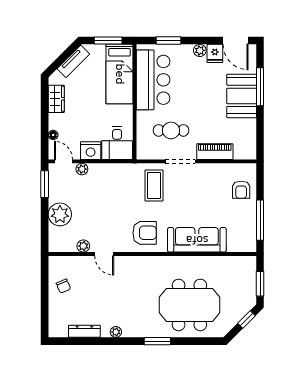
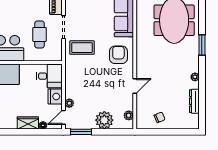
wardrobe: (56, 99) -> (28, 123), moved
plant: (83, 246) -> (129, 115), moved

